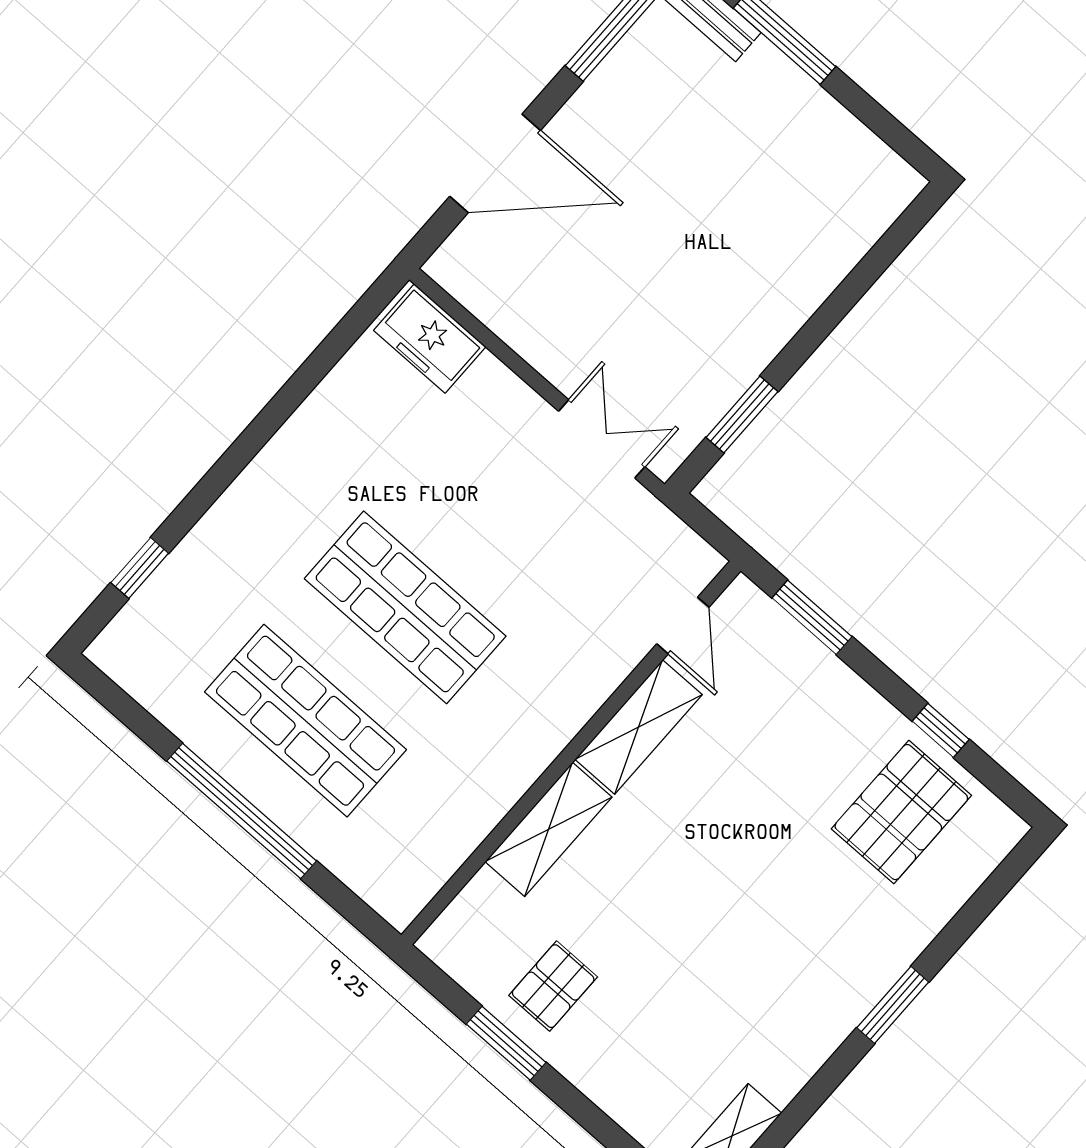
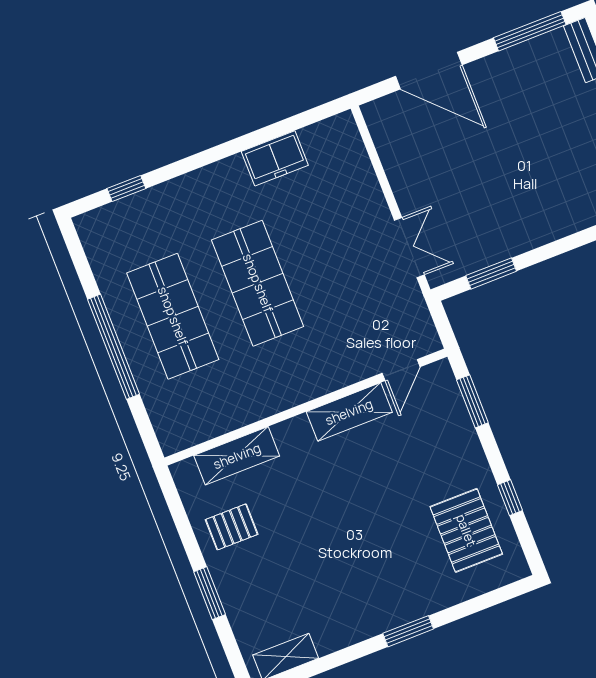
freezer: (430, 339) -> (275, 158), moved, turned -90
pallet: (901, 812) -> (466, 530), turned 90
shelving: (549, 829) -> (237, 456), moved
window: (506, 1043) -> (210, 593), moved

